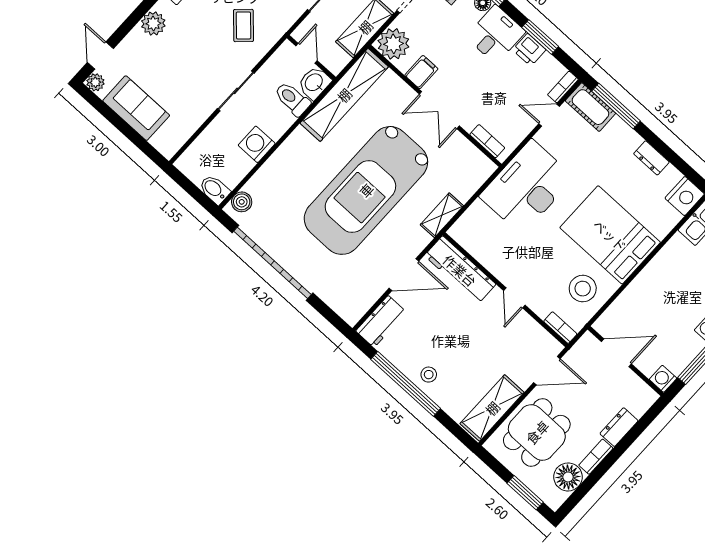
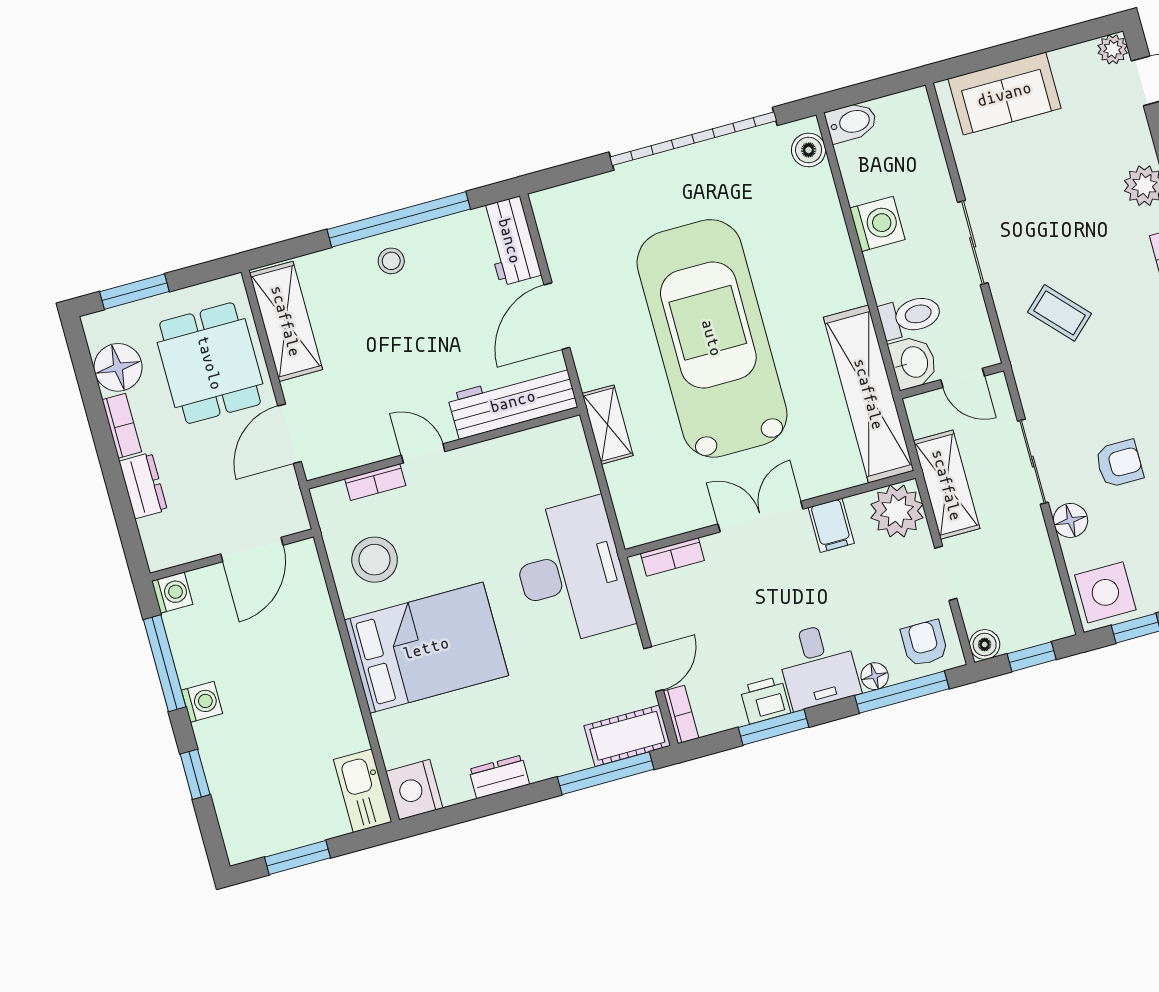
sofa: (136, 108) -> (1004, 94), moved
bookcase: (560, 328) -> (375, 482), moved

